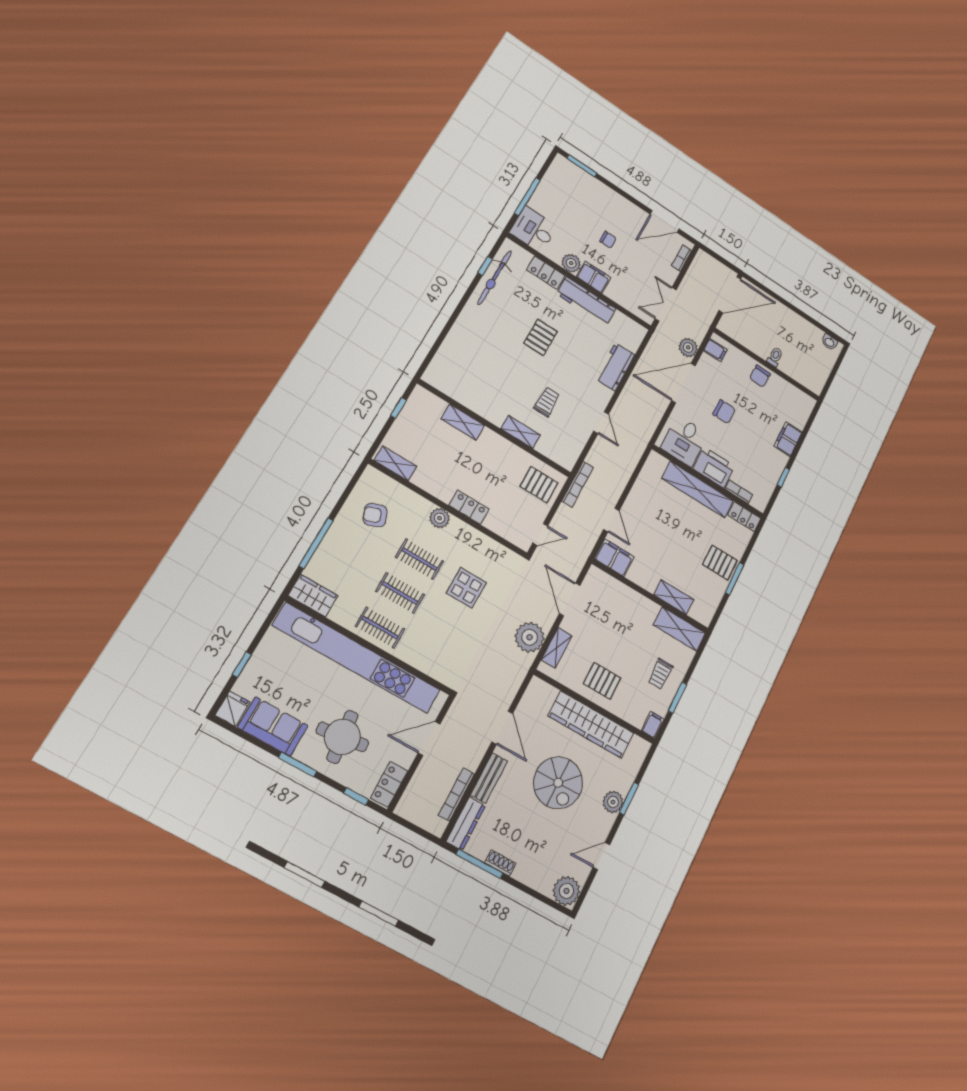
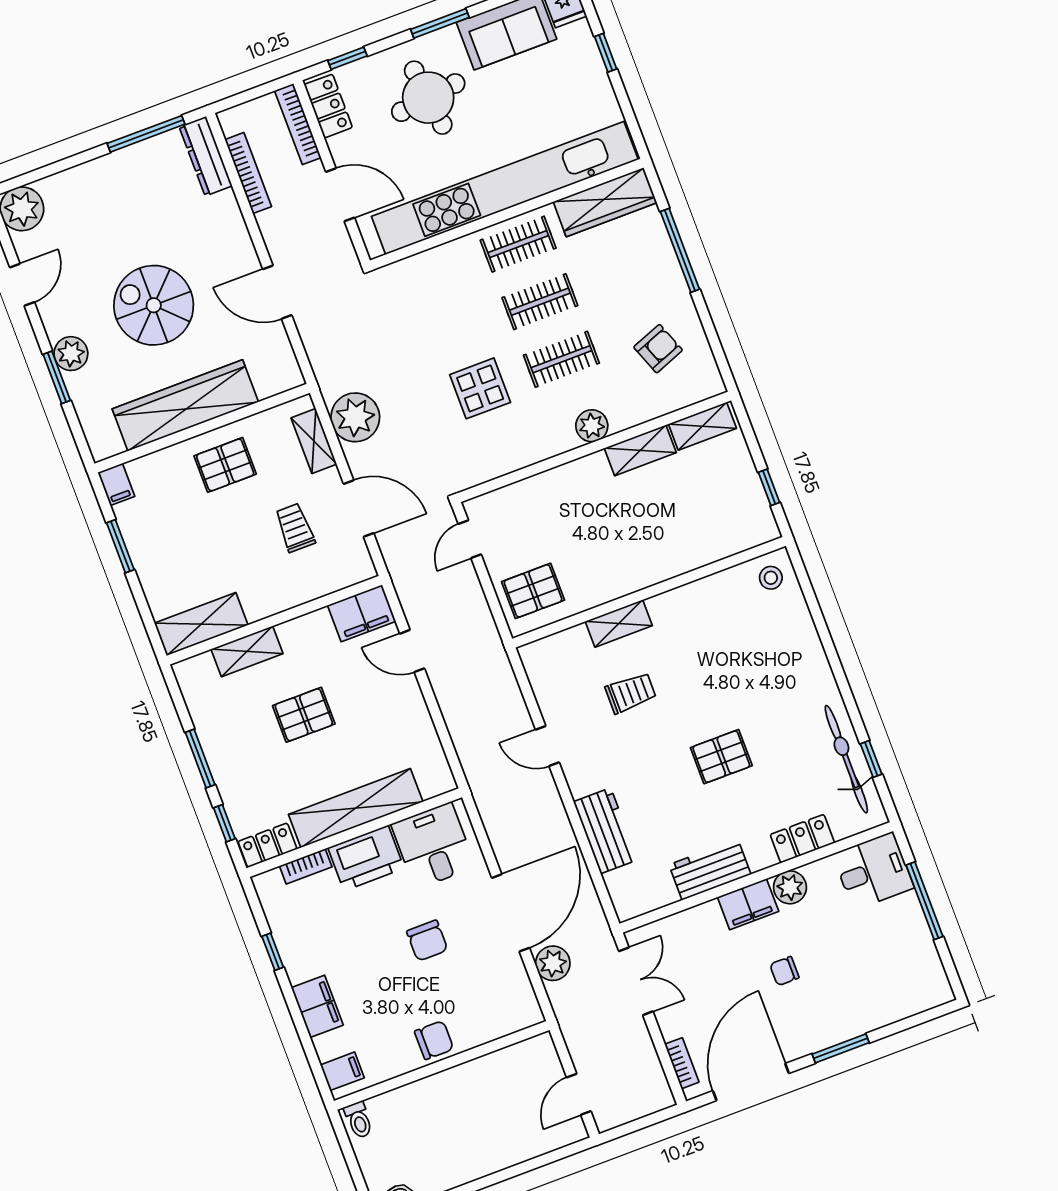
window: (582, 166) -> (841, 1048), moved
door: (665, 222) -> (751, 1082), width x1.36
door: (730, 295) -> (579, 1094), width x0.53
workbench: (586, 301) -> (710, 870), width x0.73
pallet: (541, 337) -> (721, 757), turned 90
filing cabinet: (715, 350) -> (342, 1071), moved, turned 180
toilet: (775, 357) -> (359, 1120), moved
stool: (441, 375) -> (771, 578), added
chair: (760, 376) -> (434, 1040), turned 88
trolley: (547, 402) -> (631, 693), turned -90
chair: (724, 412) -> (427, 941), turned -90
shelving: (463, 422) -> (640, 450), moved
bookcase: (578, 484) -> (298, 124), moved
locker: (469, 507) -> (576, 475), removed
window: (751, 544) -> (224, 823), added
pallet: (720, 563) -> (304, 715), moved
wardrobe: (313, 596) -> (605, 202), width x1.50
trolley: (660, 674) -> (295, 528), moved
door: (429, 739) -> (340, 195), hinge flipped
bench: (489, 778) -> (233, 227), removed
shoe rack: (500, 863) -> (125, 158), removed

